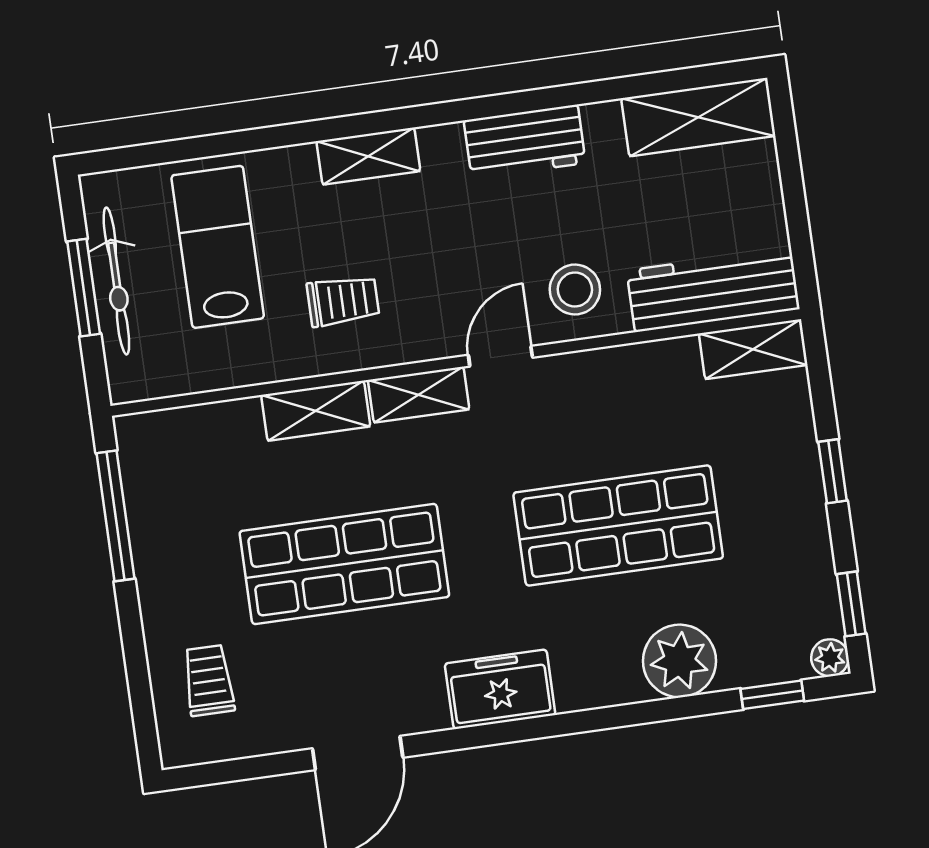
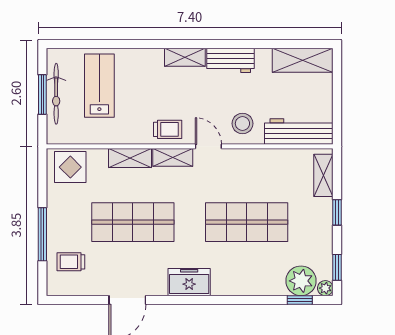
shelving: (368, 156) -> (185, 57), moved
trolley: (343, 301) -> (168, 129), moved
shelving: (753, 349) -> (323, 175), moved, turned 90
door: (500, 356) -> (208, 146), hinge flipped
display table: (175, 453) -> (70, 167), added
window: (116, 516) -> (42, 234), moved
plant: (679, 661) -> (301, 281), moved
trolley: (209, 680) -> (71, 262), turned -90

